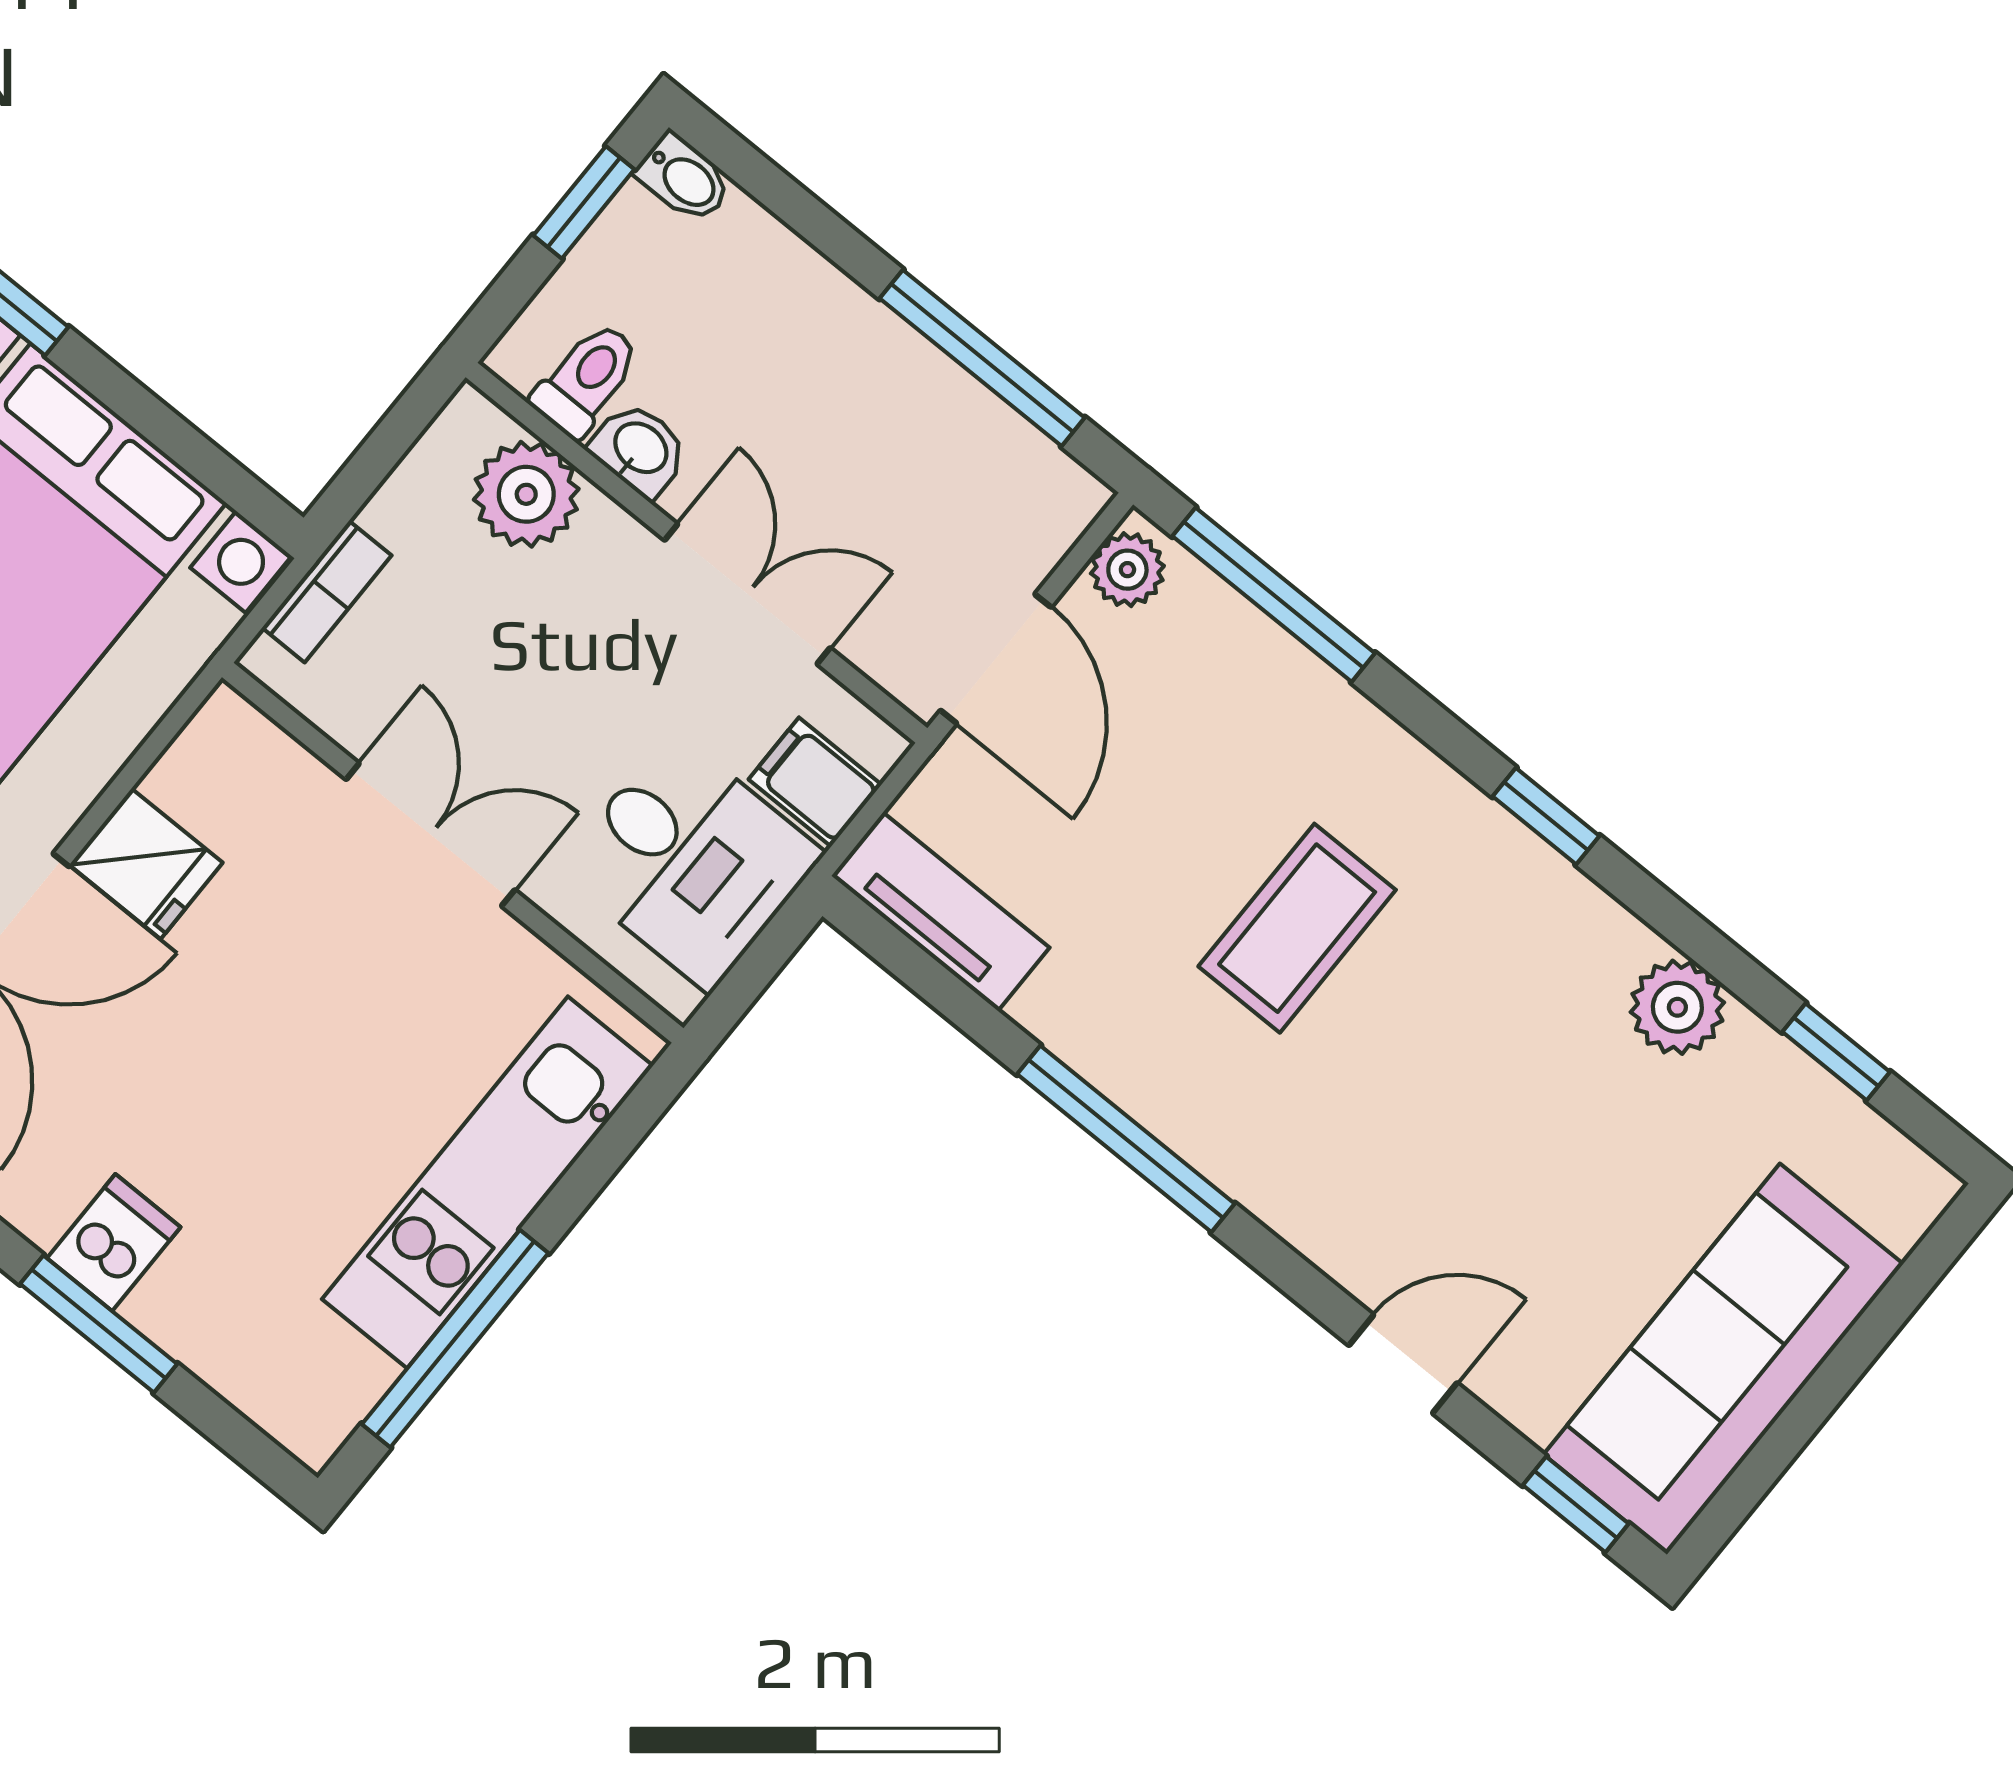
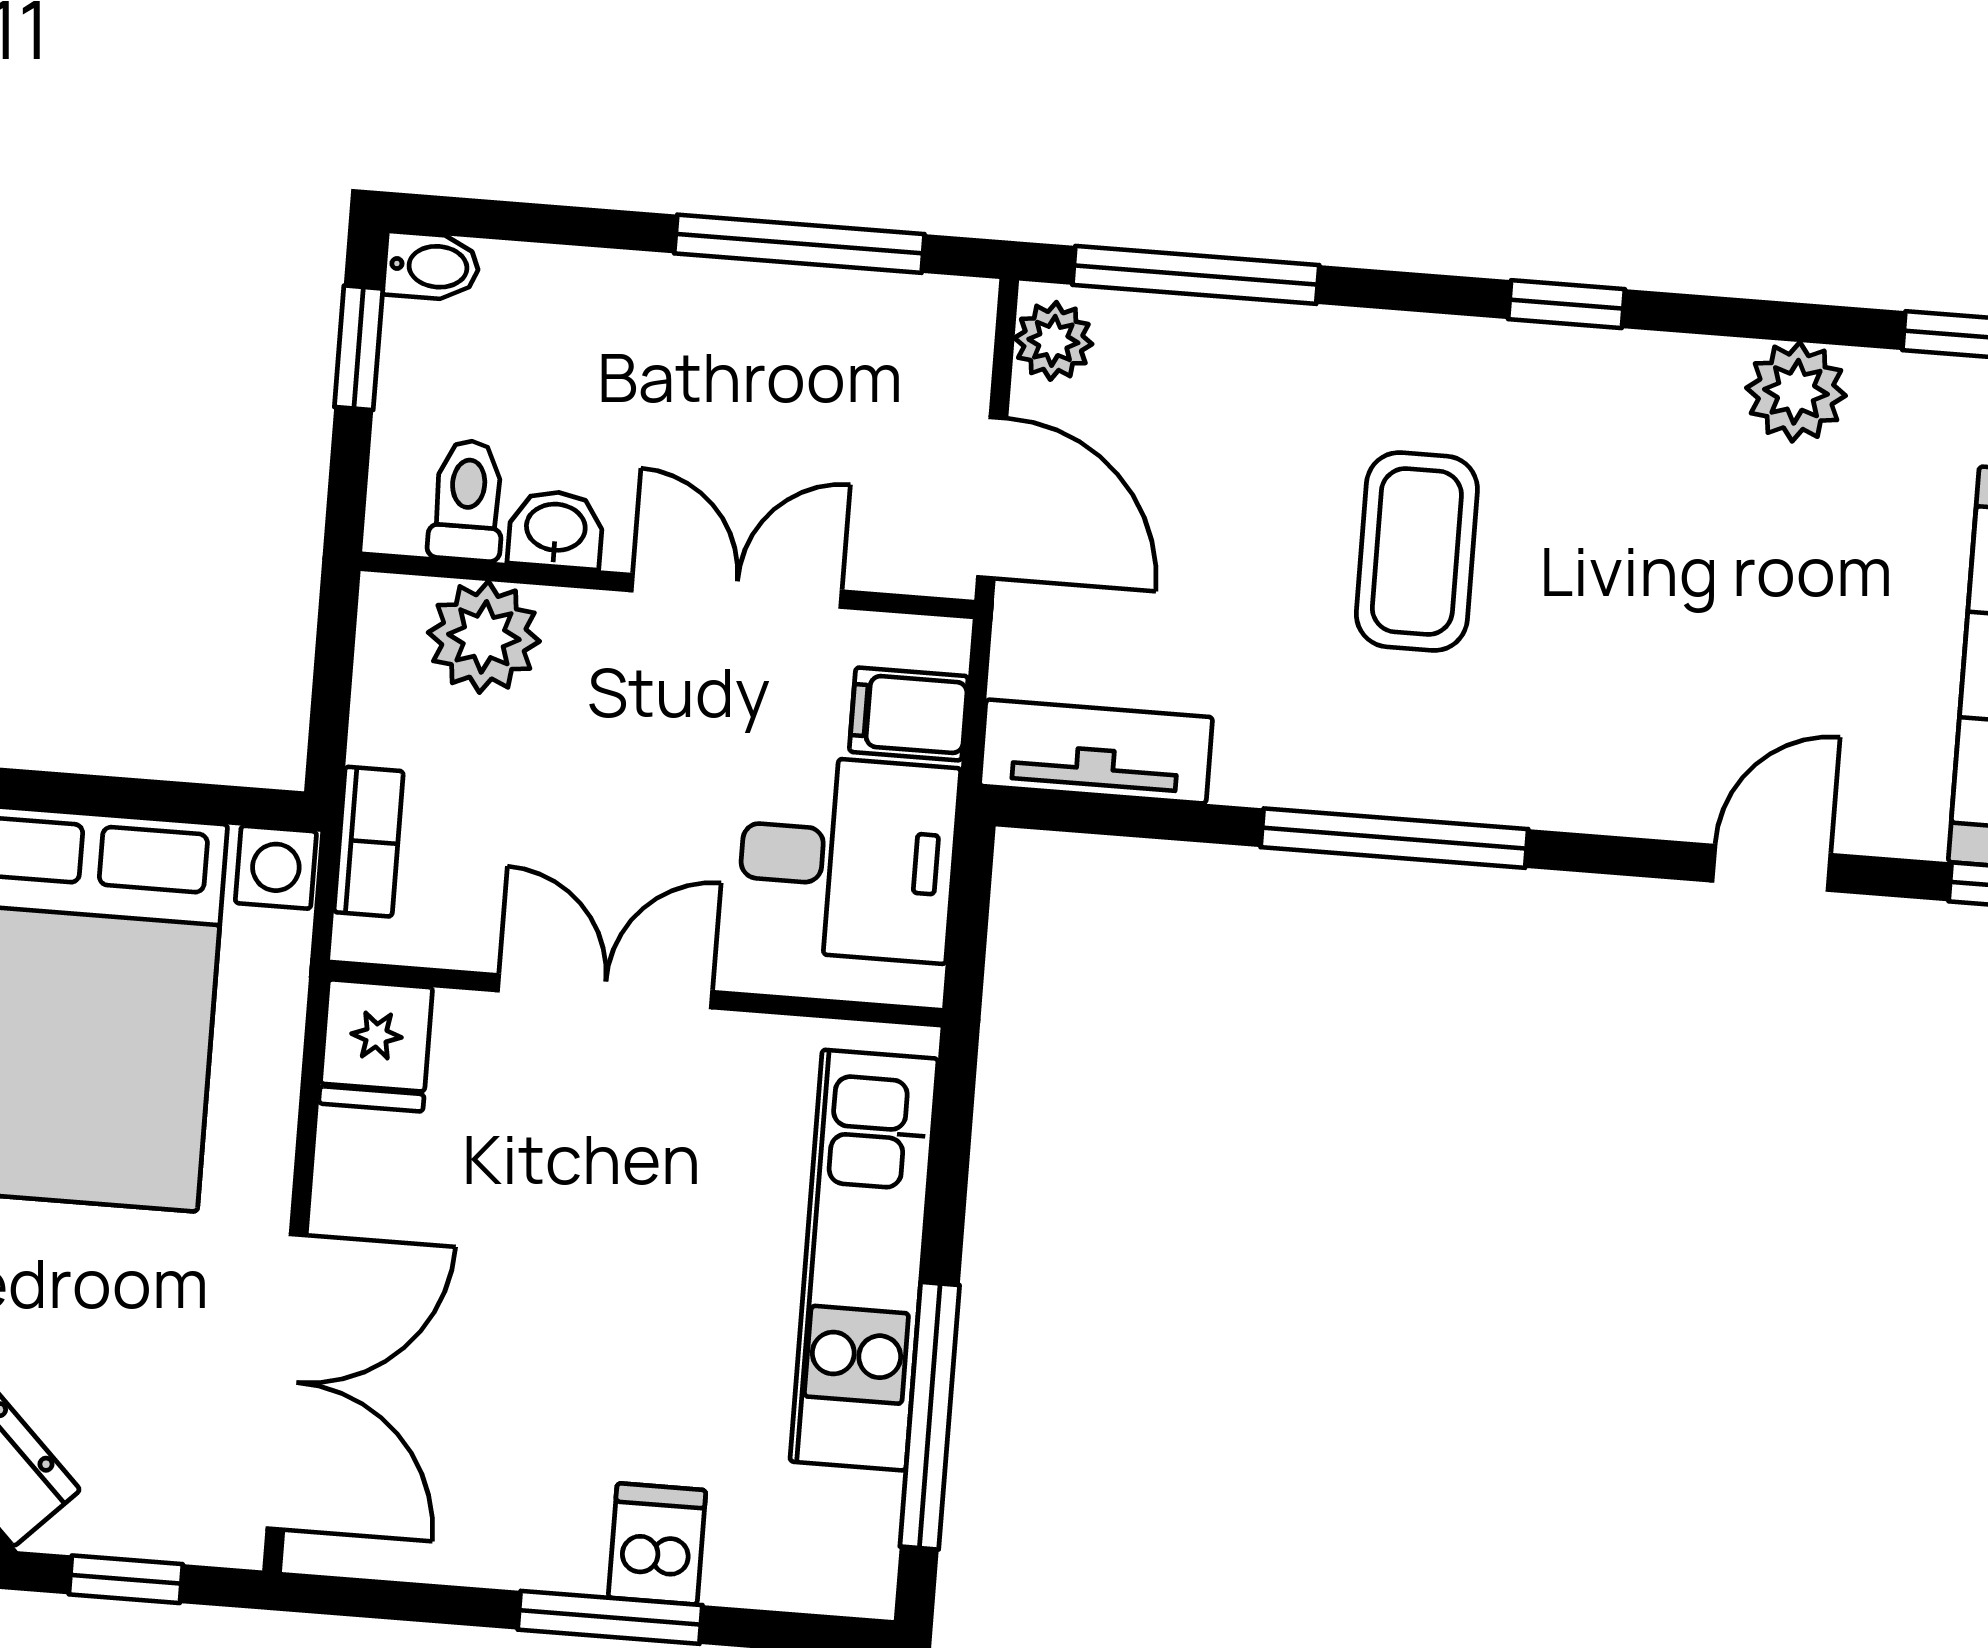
fridge: (146, 864) -> (376, 1045), moved, turned 90
dishwasher: (114, 1243) -> (657, 1544), moved

